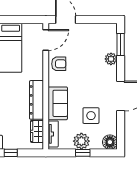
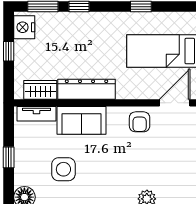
door: (46, 40) -> (175, 103), swing flipped
plant: (81, 141) -> (26, 155), removed

